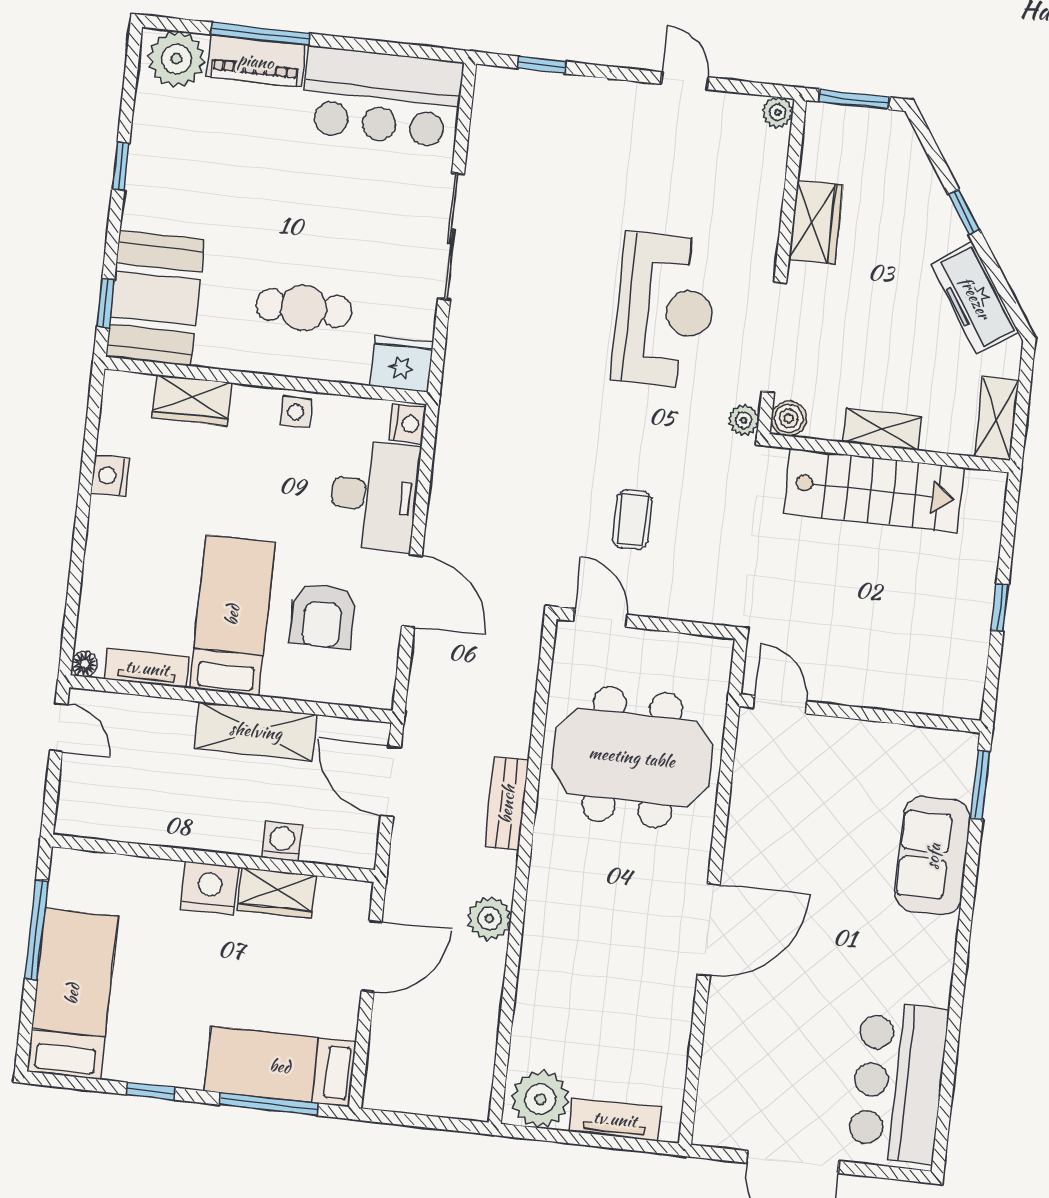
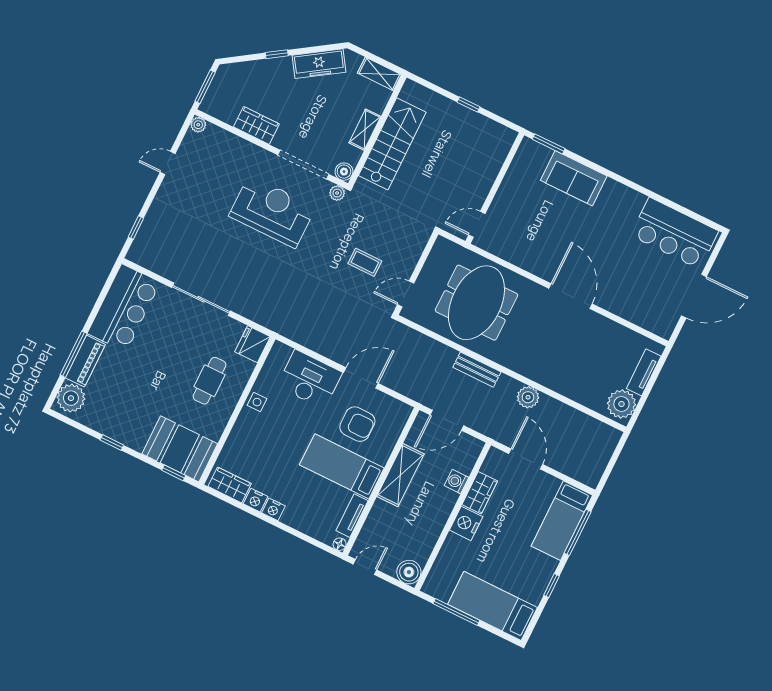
wardrobe: (192, 400) -> (230, 485), moved, turned -90
nightstand: (408, 424) -> (273, 509), moved, turned 180
boiler: (79, 813) -> (409, 572), added

